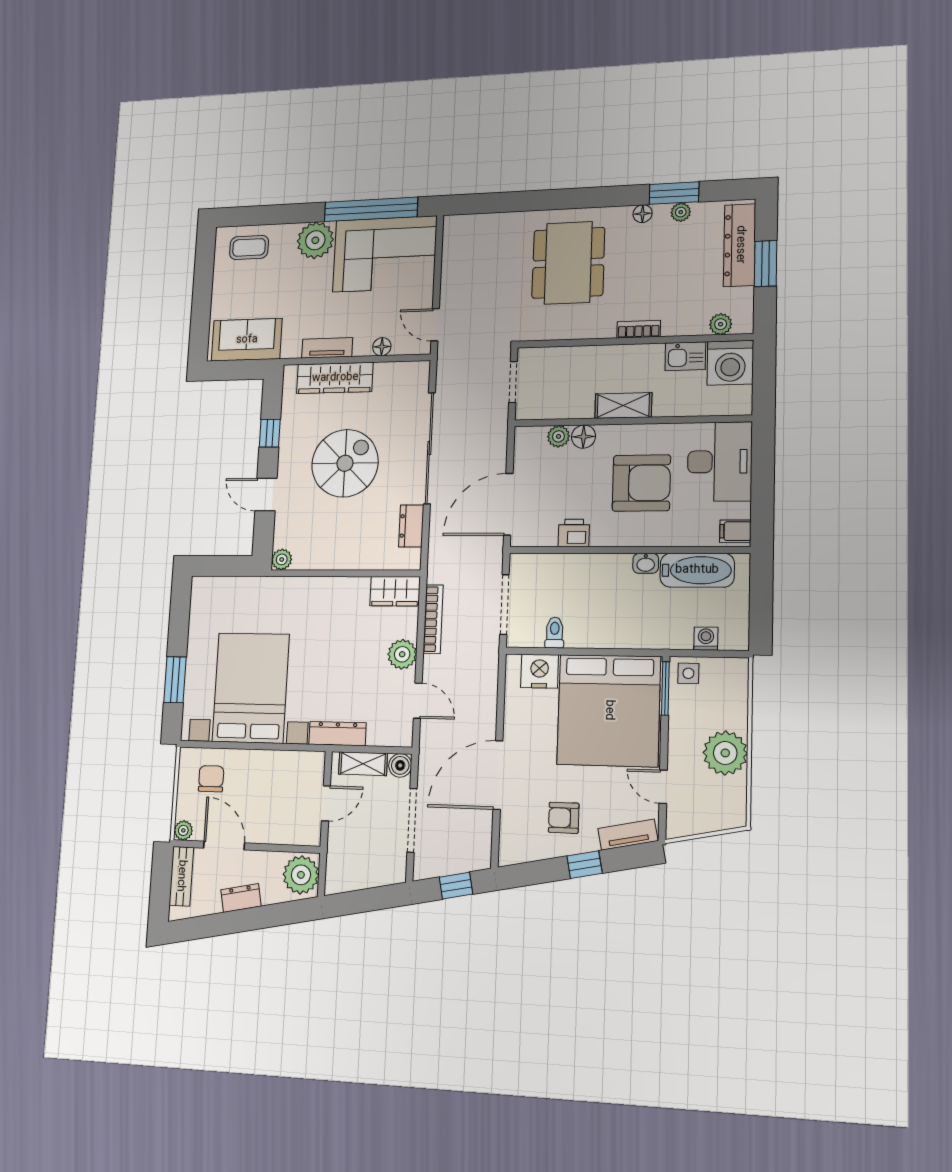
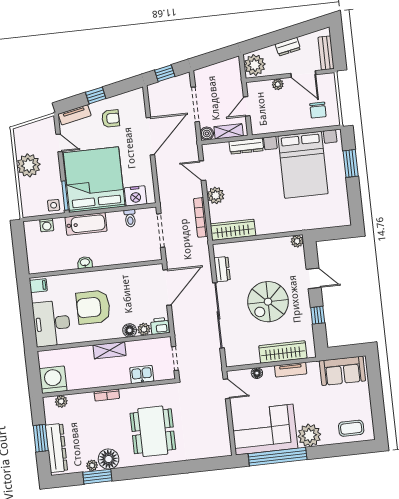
floor lamp: (643, 214) -> (109, 459), width x1.89, depth x1.89
kitchen sink: (685, 356) -> (142, 374), moved
printer: (574, 533) -> (160, 326), moved, turned 180
bathtub: (697, 570) -> (86, 224), moved, turned 180
wardrobe: (395, 591) -> (233, 230), width x1.50
plant: (183, 830) -> (278, 84), moved

